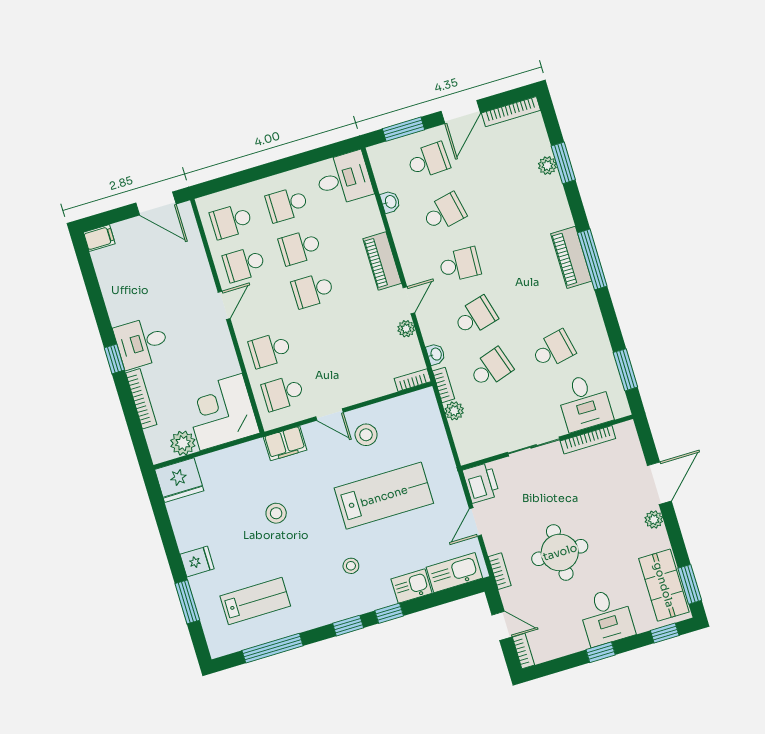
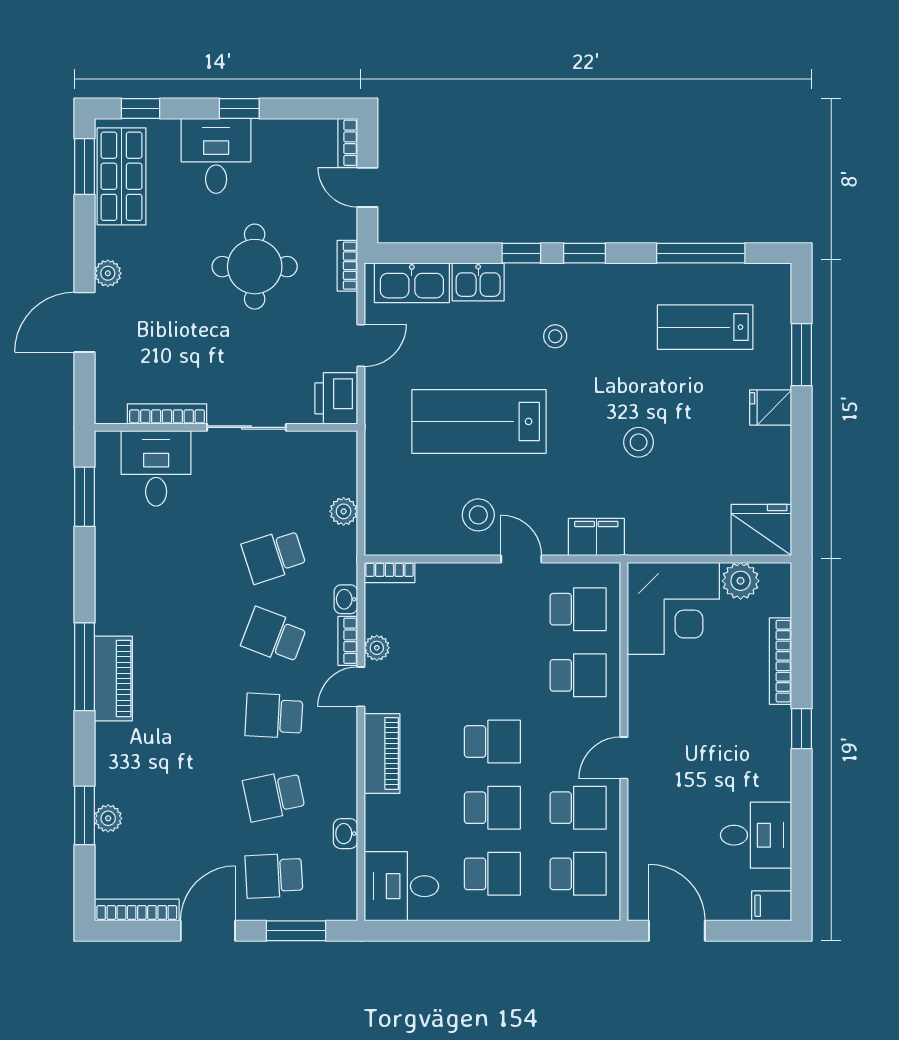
school desk: (475, 316) -> (274, 636), turned 36
desk: (142, 343) -> (756, 835), moved
school desk: (553, 350) -> (178, 556), removed
bookcase: (444, 385) -> (348, 641), moved

